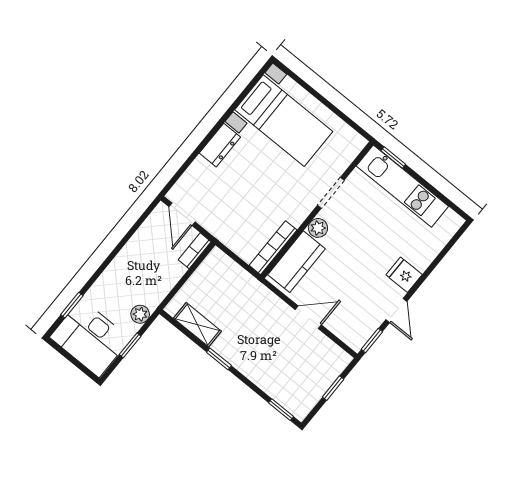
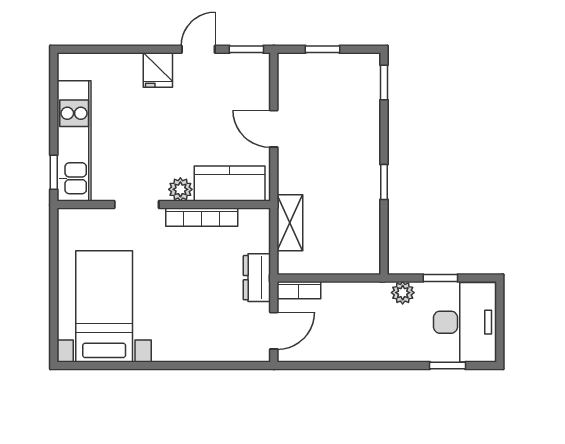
dresser: (220, 145) -> (257, 278), moved, turned -90
bookcase: (273, 248) -> (202, 217), moved
shelving: (197, 325) -> (290, 223), moved

